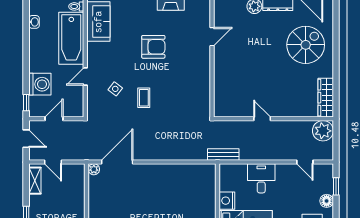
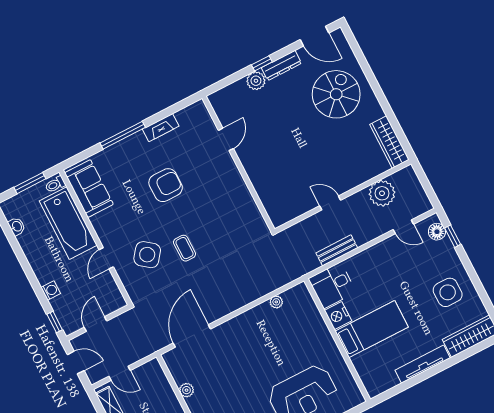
washing machine: (40, 84) -> (51, 290), width x0.53, depth x0.53
side table: (115, 89) -> (147, 255), width x1.87, depth x1.87
plant: (323, 131) -> (382, 193), moved
bench: (223, 154) -> (337, 250), moved
plant: (94, 169) -> (187, 390), moved
plant: (189, 169) -> (276, 302), added
desk: (261, 178) -> (332, 285), moved, turned -90
floor lamp: (327, 201) -> (437, 232), moved

